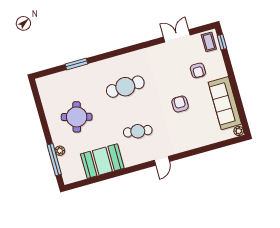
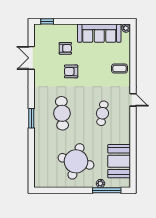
coffee table: (209, 42) -> (119, 69), moved
window: (76, 64) -> (31, 118), moved
armchair: (180, 104) -> (71, 71), moved
round table: (77, 117) -> (76, 161), width x1.36, depth x1.36
booth: (102, 161) -> (119, 161), moved

